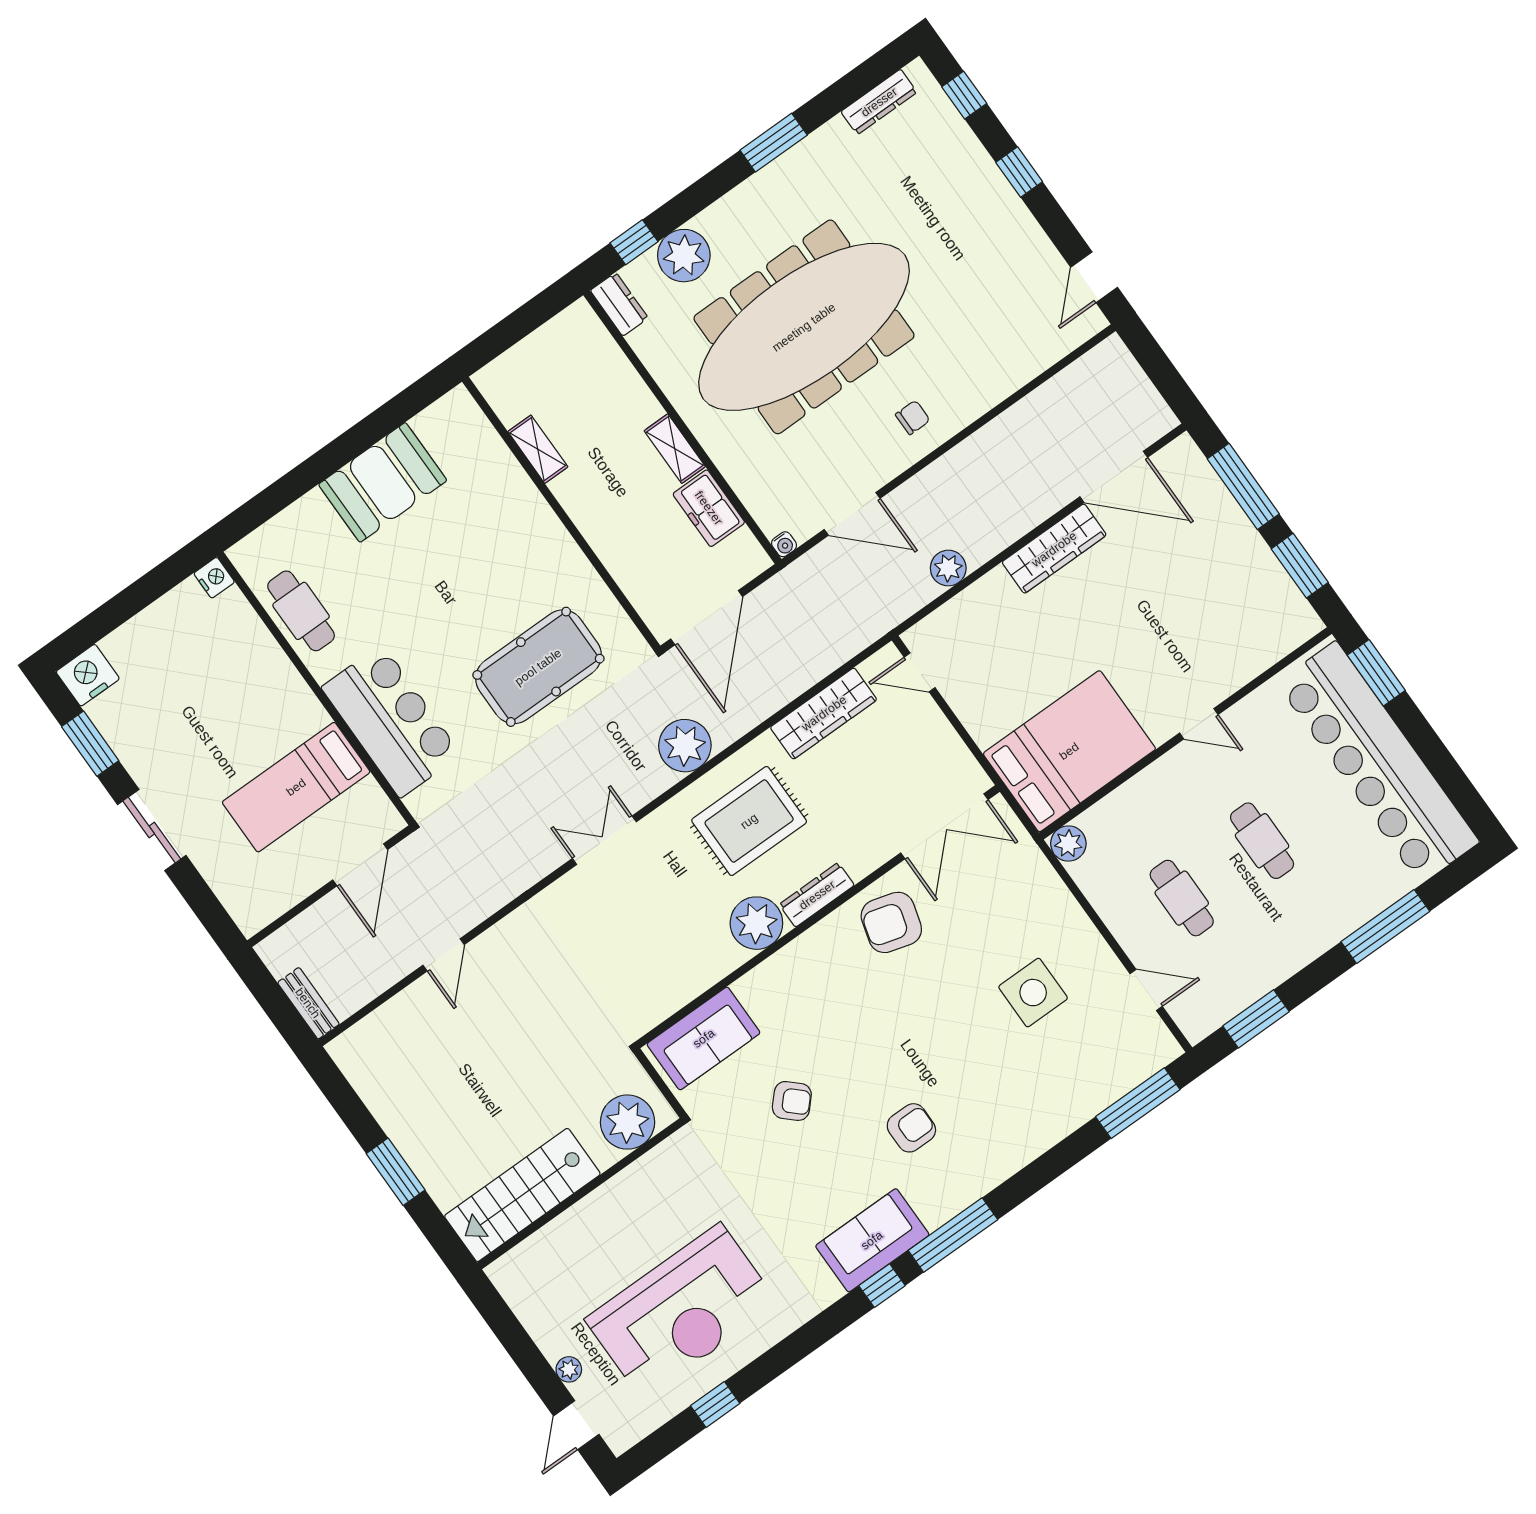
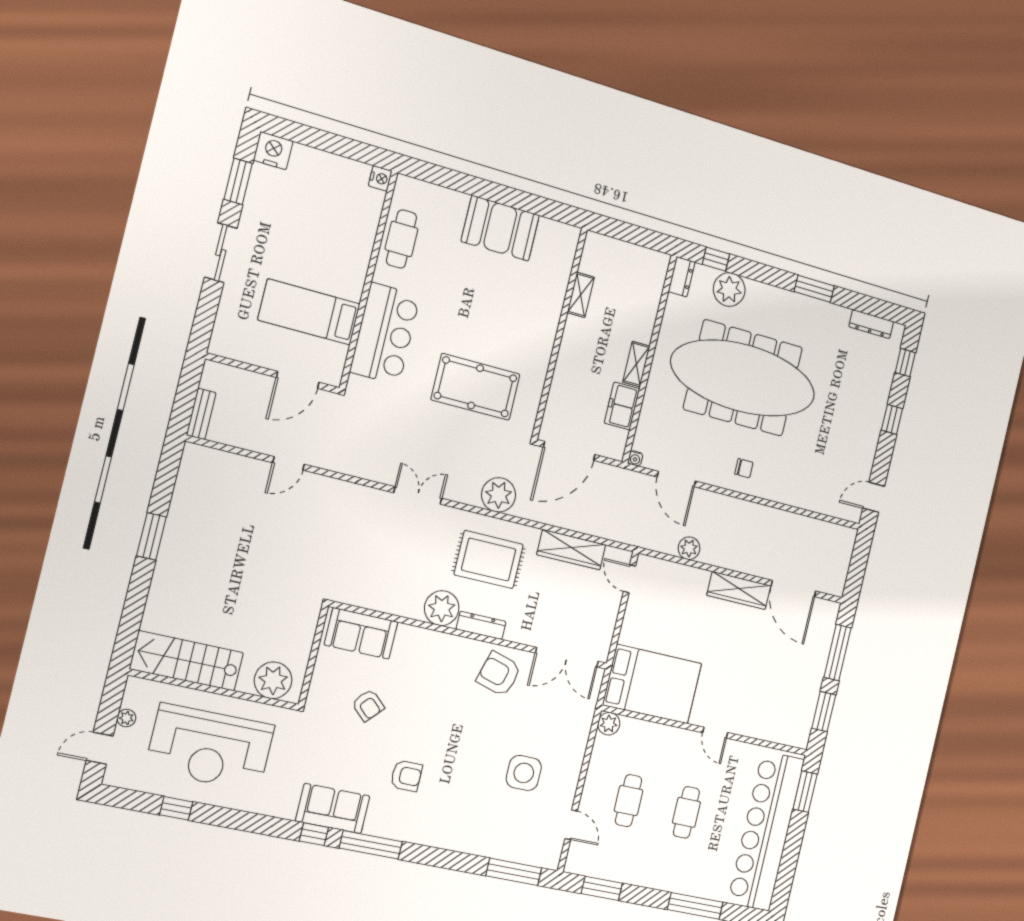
plant: (628, 1122) -> (273, 680), moved
wall: (581, 1194) -> (214, 690), moved
stairs: (522, 1195) -> (187, 661), moved

